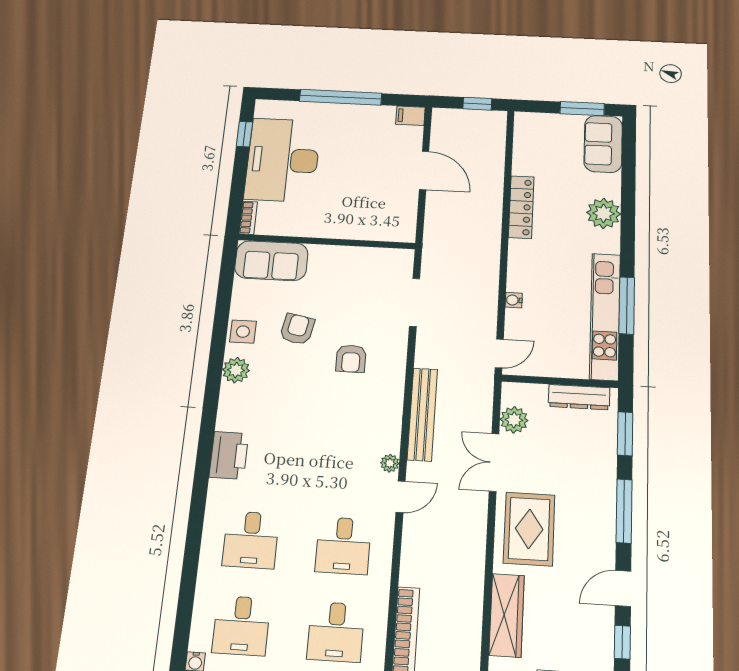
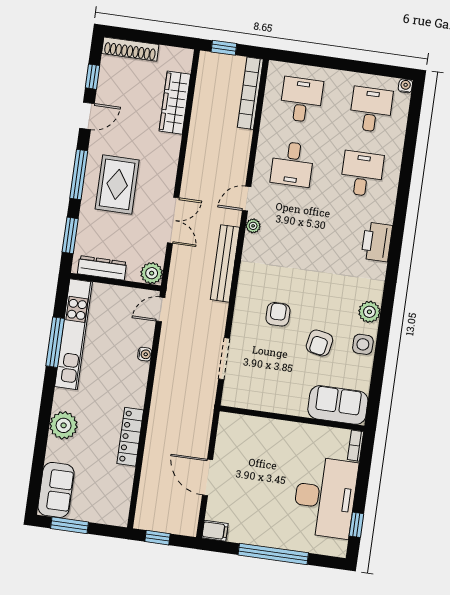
plant: (514, 420) -> (152, 273), moved
rug: (529, 529) -> (117, 184), moved
desk: (343, 546) -> (292, 164), turned 180

